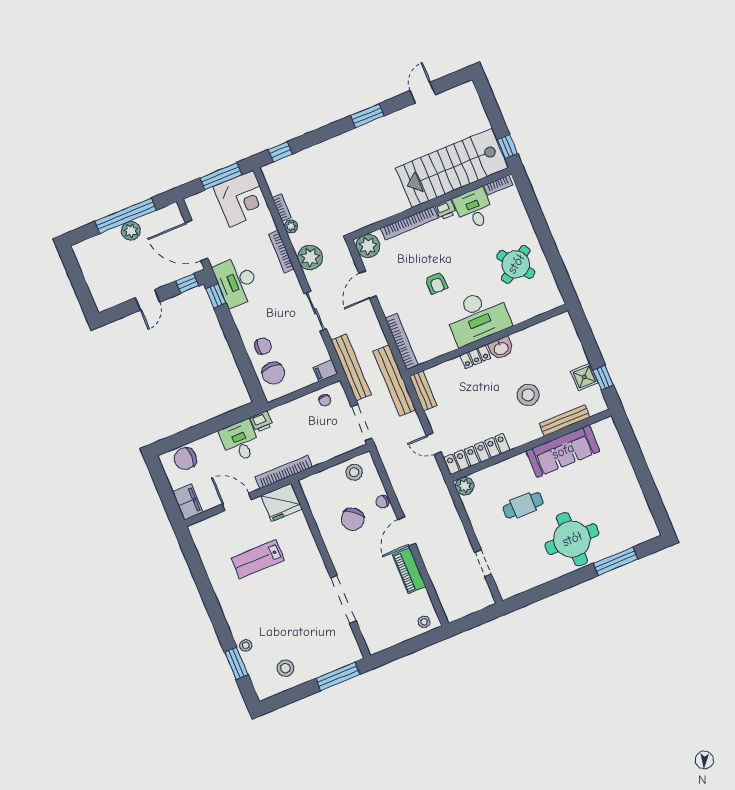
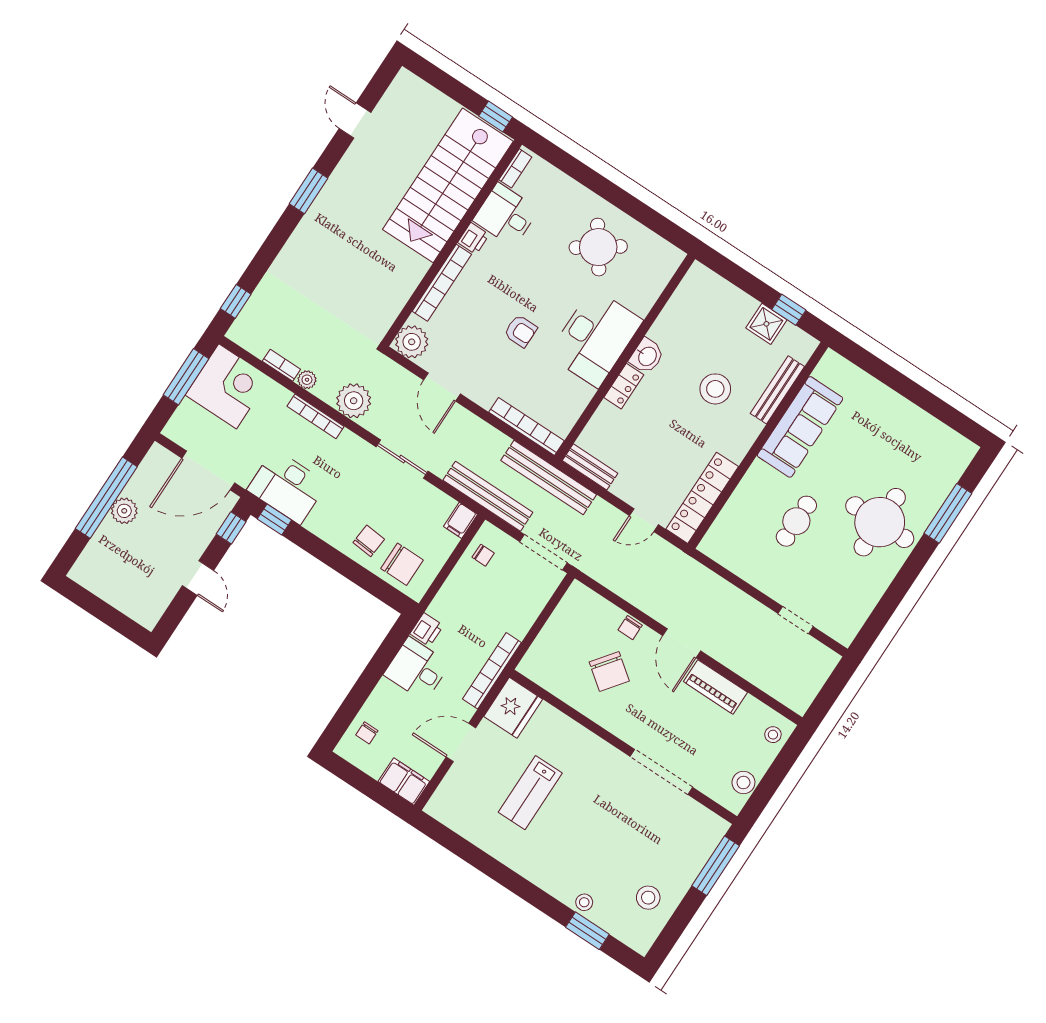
chair: (185, 459) -> (367, 733), width x0.54, depth x0.54
stool: (354, 472) -> (743, 783), moved
plant: (465, 486) -> (713, 545), removed

